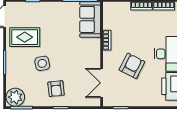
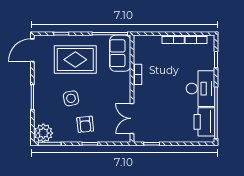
rug: (25, 37) -> (75, 60), moved, width x1.36, depth x1.43
armchair: (132, 66) -> (163, 101), removed

